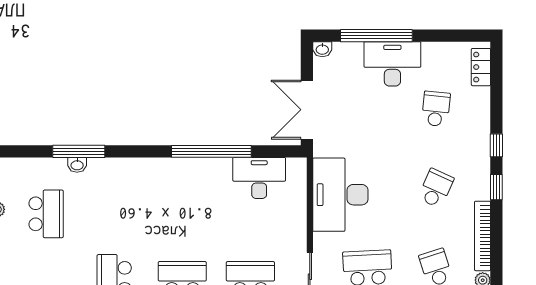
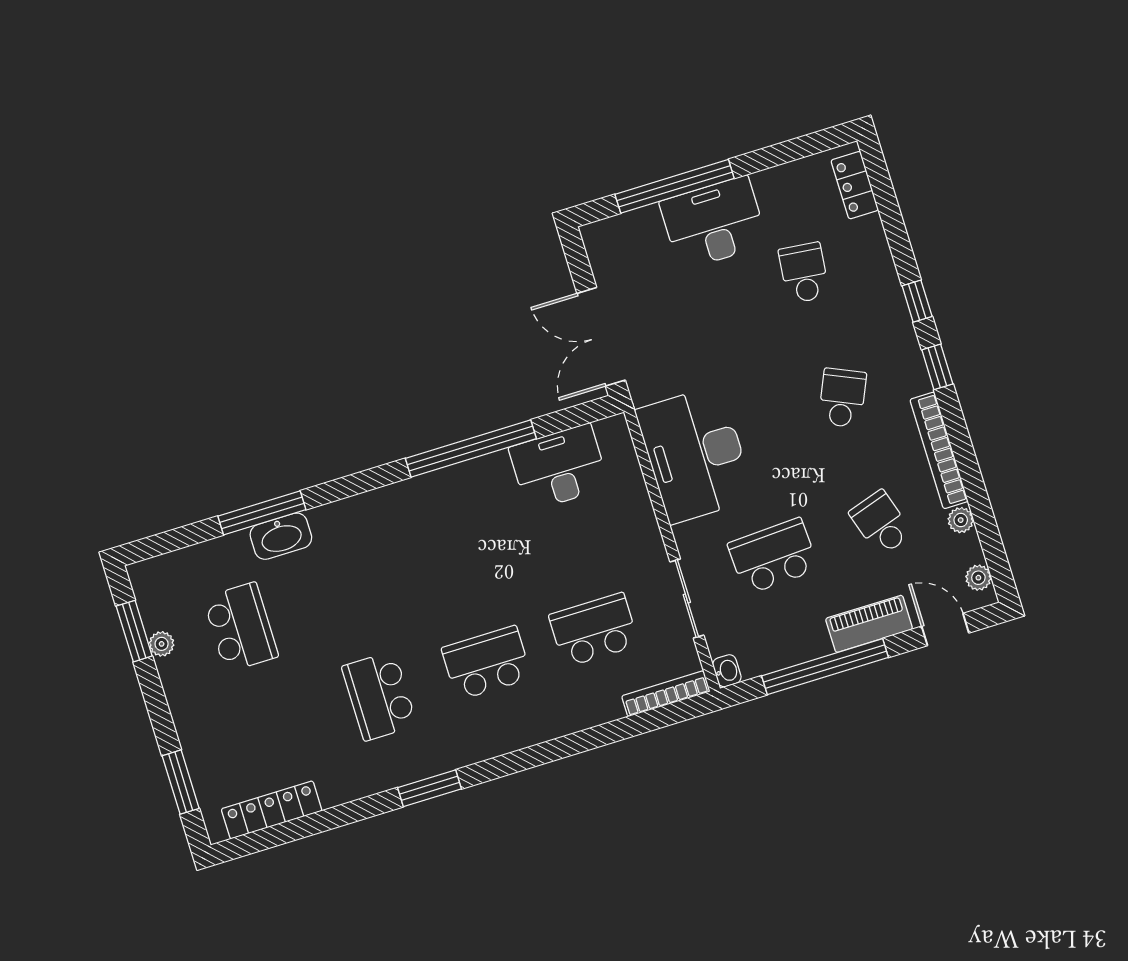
washbasin: (322, 49) -> (596, 234), removed
washbasin: (77, 165) -> (281, 536), width x1.91, depth x1.45

